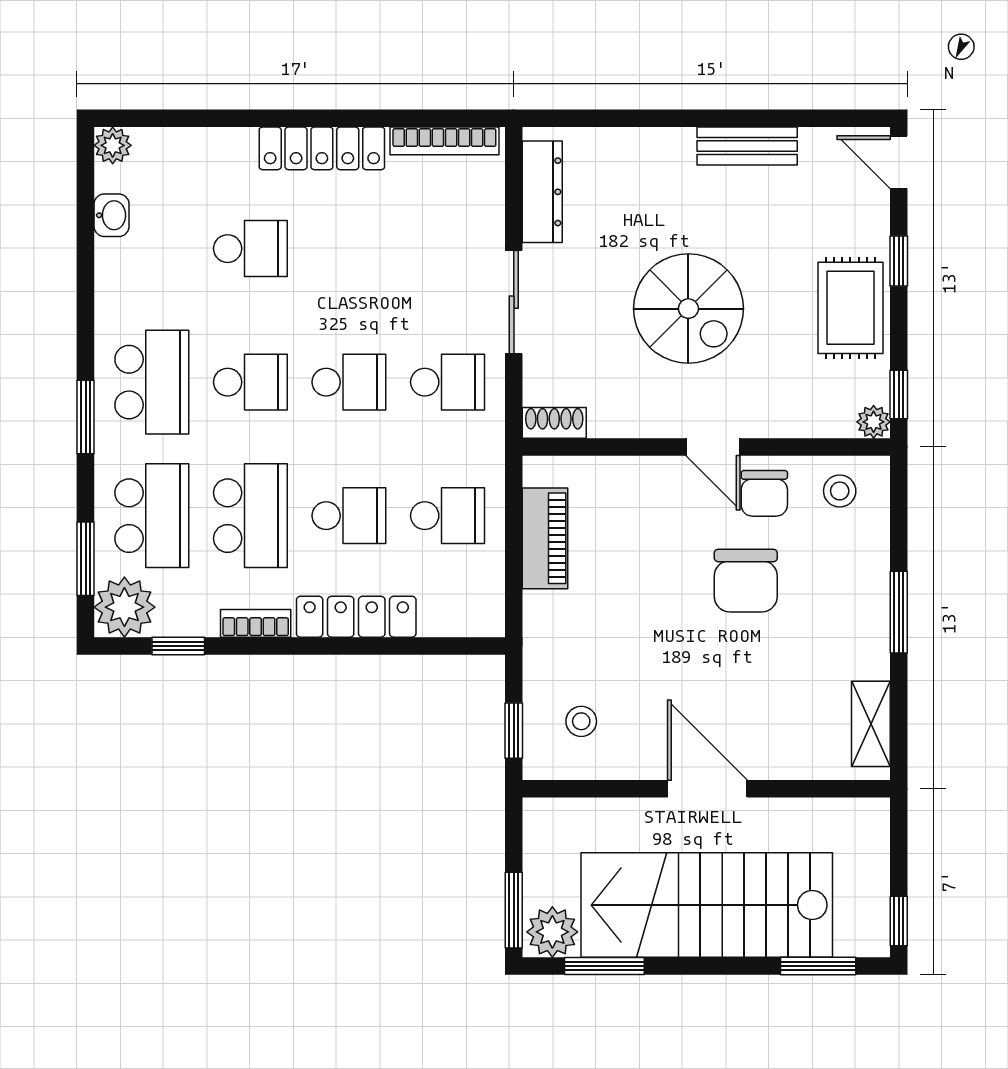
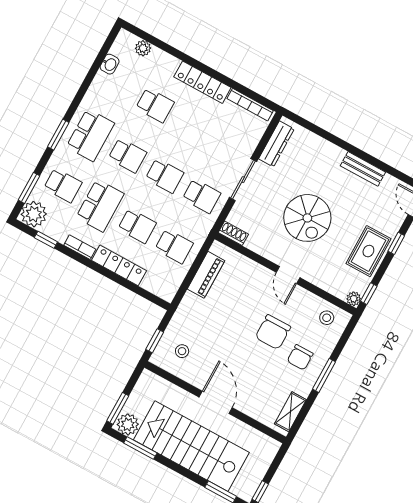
plant: (113, 145) -> (143, 48), moved
chair: (764, 493) -> (300, 357), moved
school desk: (152, 516) -> (63, 185), width x0.54

